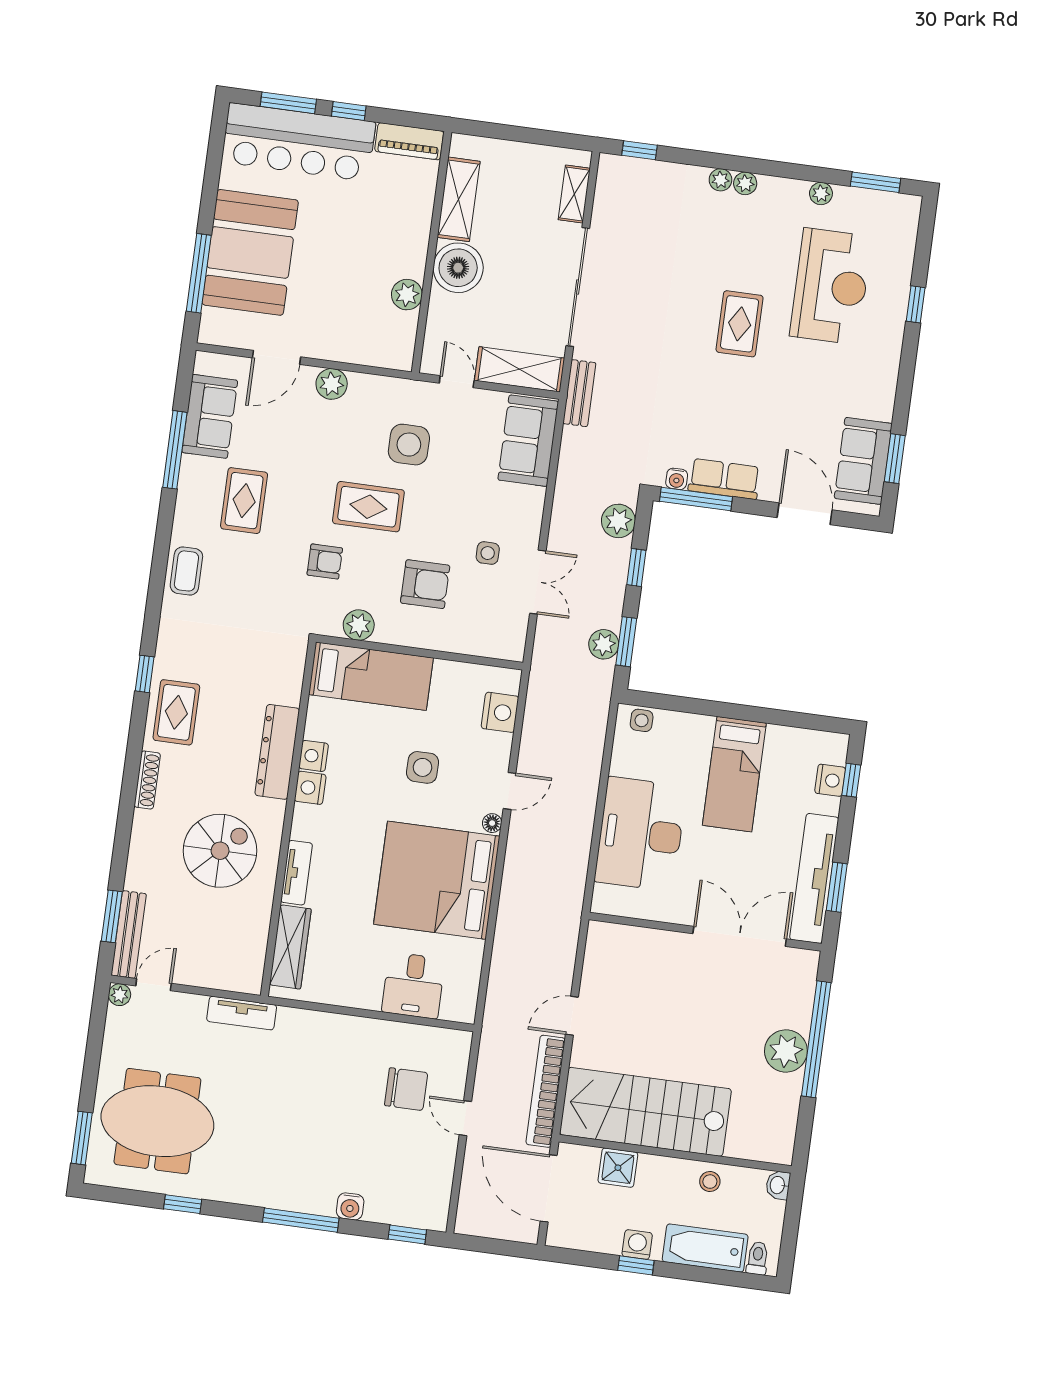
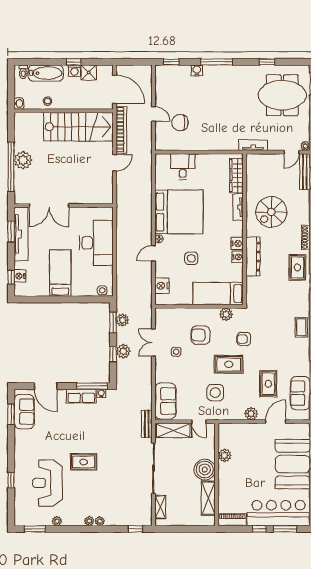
rug: (740, 324) -> (84, 462), turned 90
rug: (244, 501) -> (268, 384), moved
plant: (618, 521) -> (123, 351), moved
shower: (618, 1168) -> (89, 72), moved

